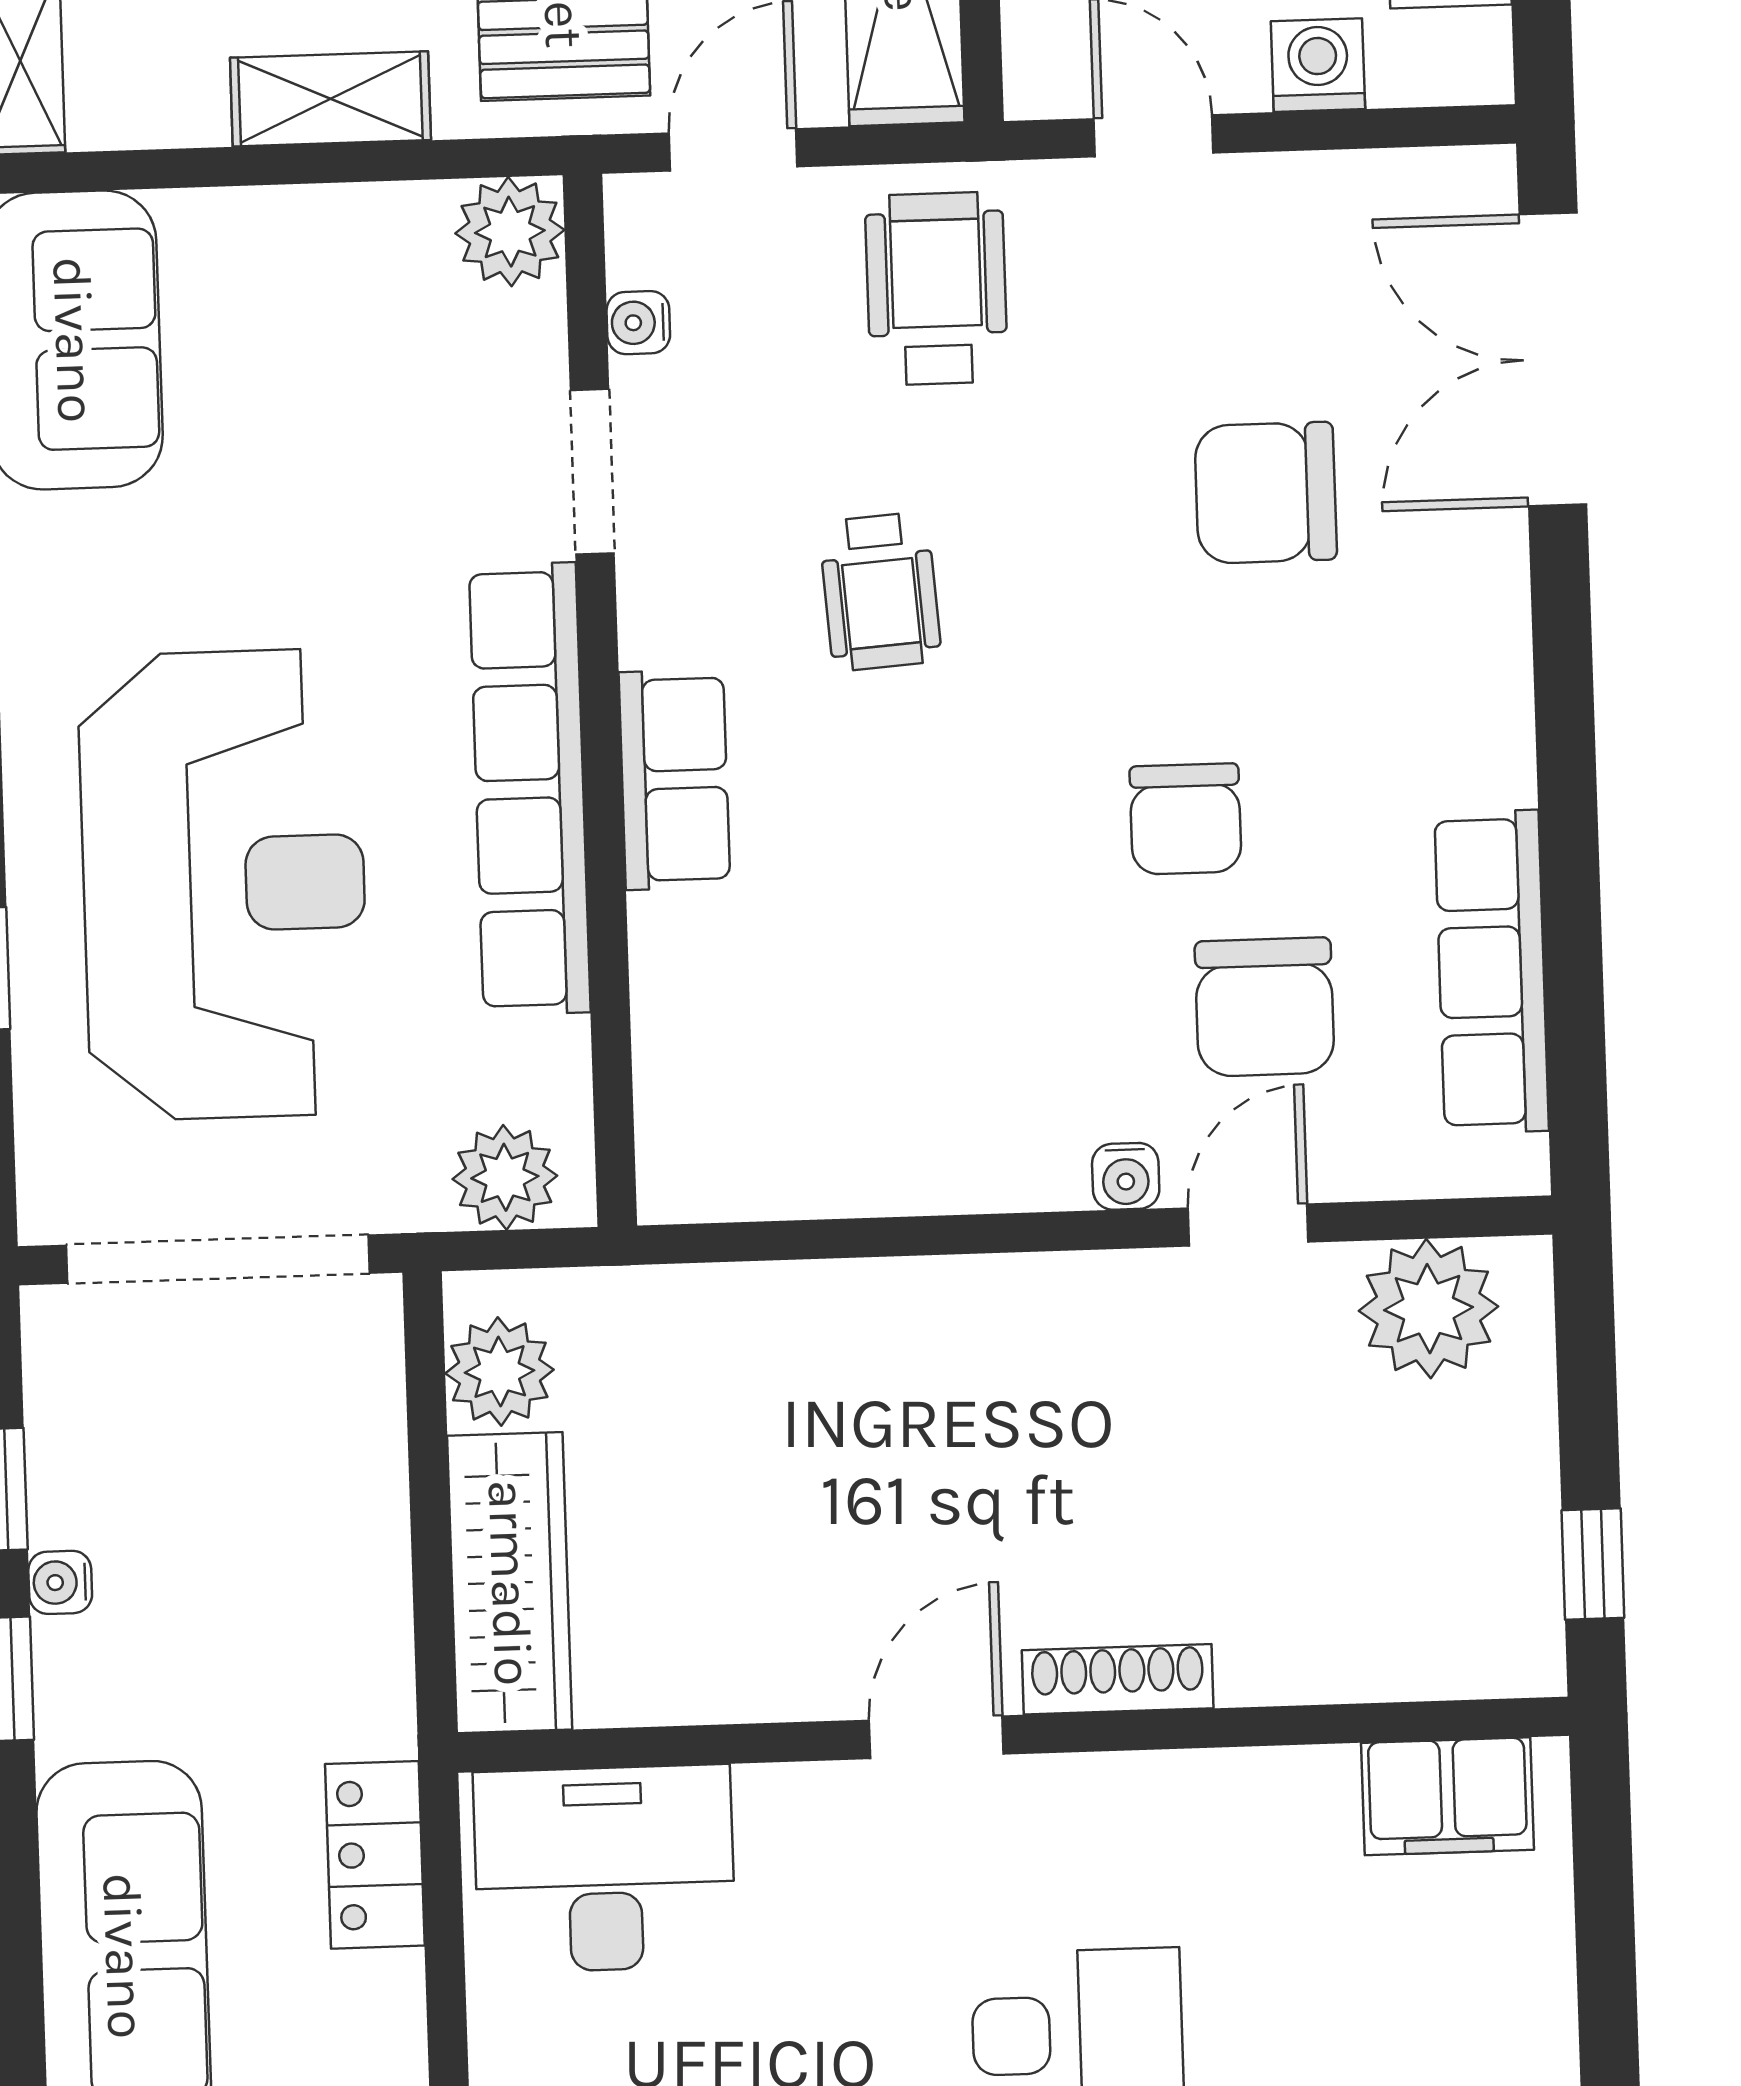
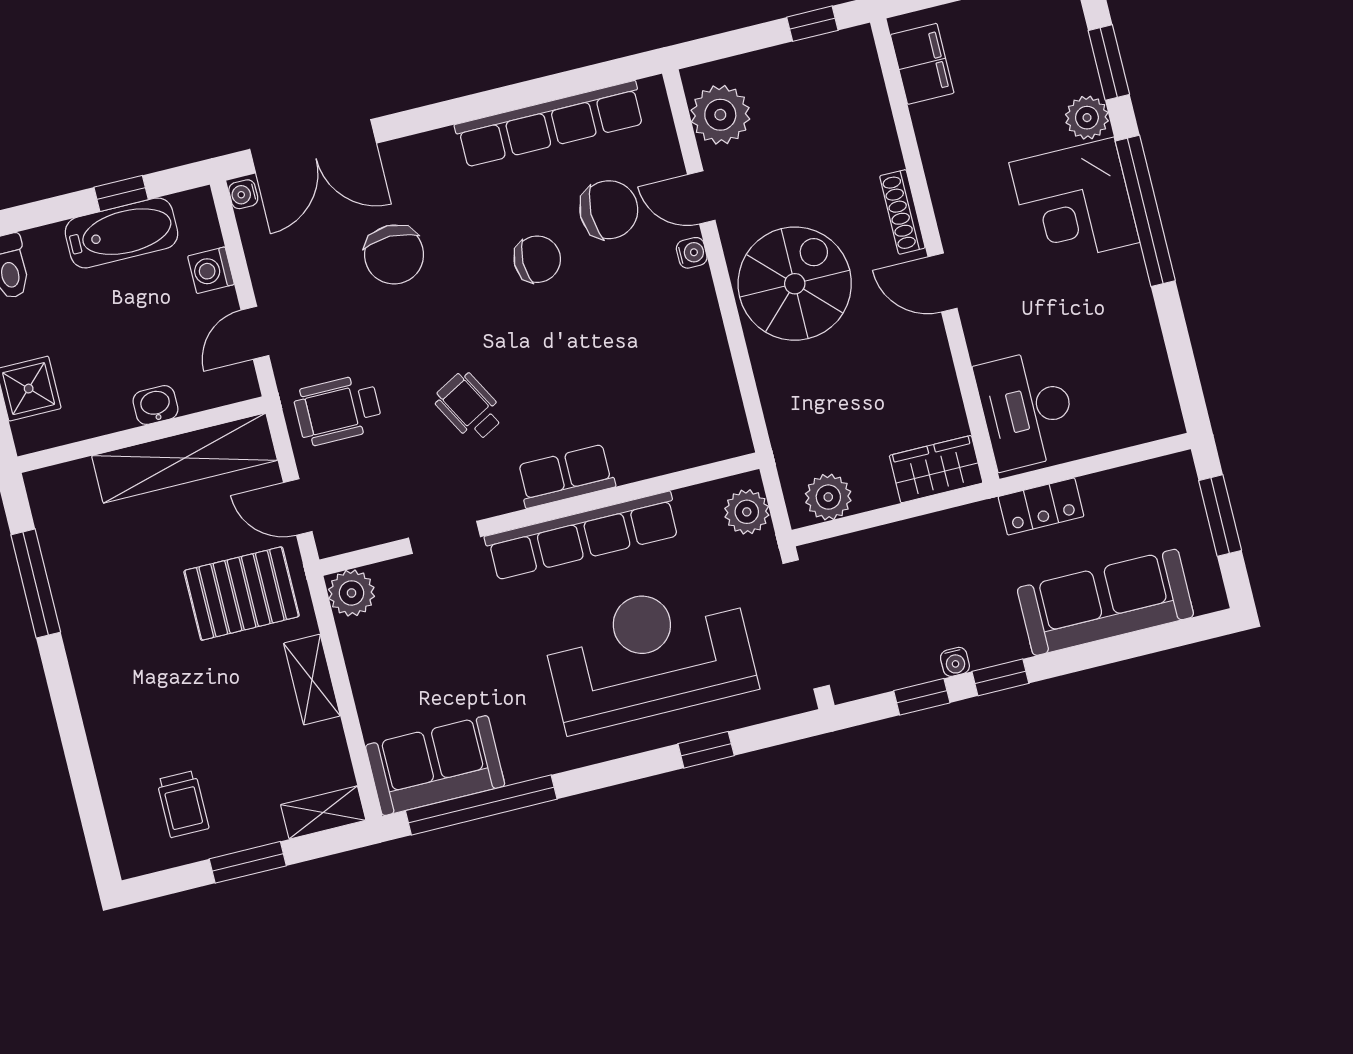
water cooler: (638, 323) -> (243, 194), moved, turned 90
wheelchair: (880, 592) -> (469, 407), turned -115
row of seats: (1492, 972) -> (550, 124), width x1.36
spiral stairs: (1005, 1398) -> (795, 284), added
wardrobe: (510, 1583) -> (936, 469), width x0.67

